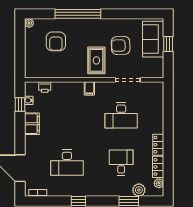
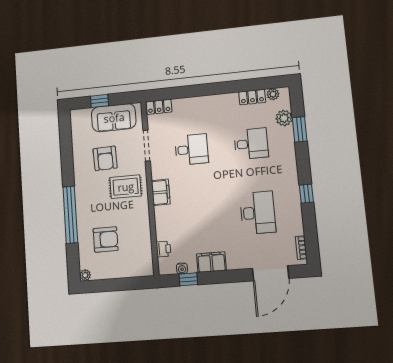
sofa: (153, 39) -> (114, 118), moved
filing cabinet: (89, 88) -> (161, 192), width x2.00
desk: (121, 115) -> (191, 149), width x0.73
locker: (158, 145) -> (159, 107), moved
desk: (121, 163) -> (251, 144), turned 180

